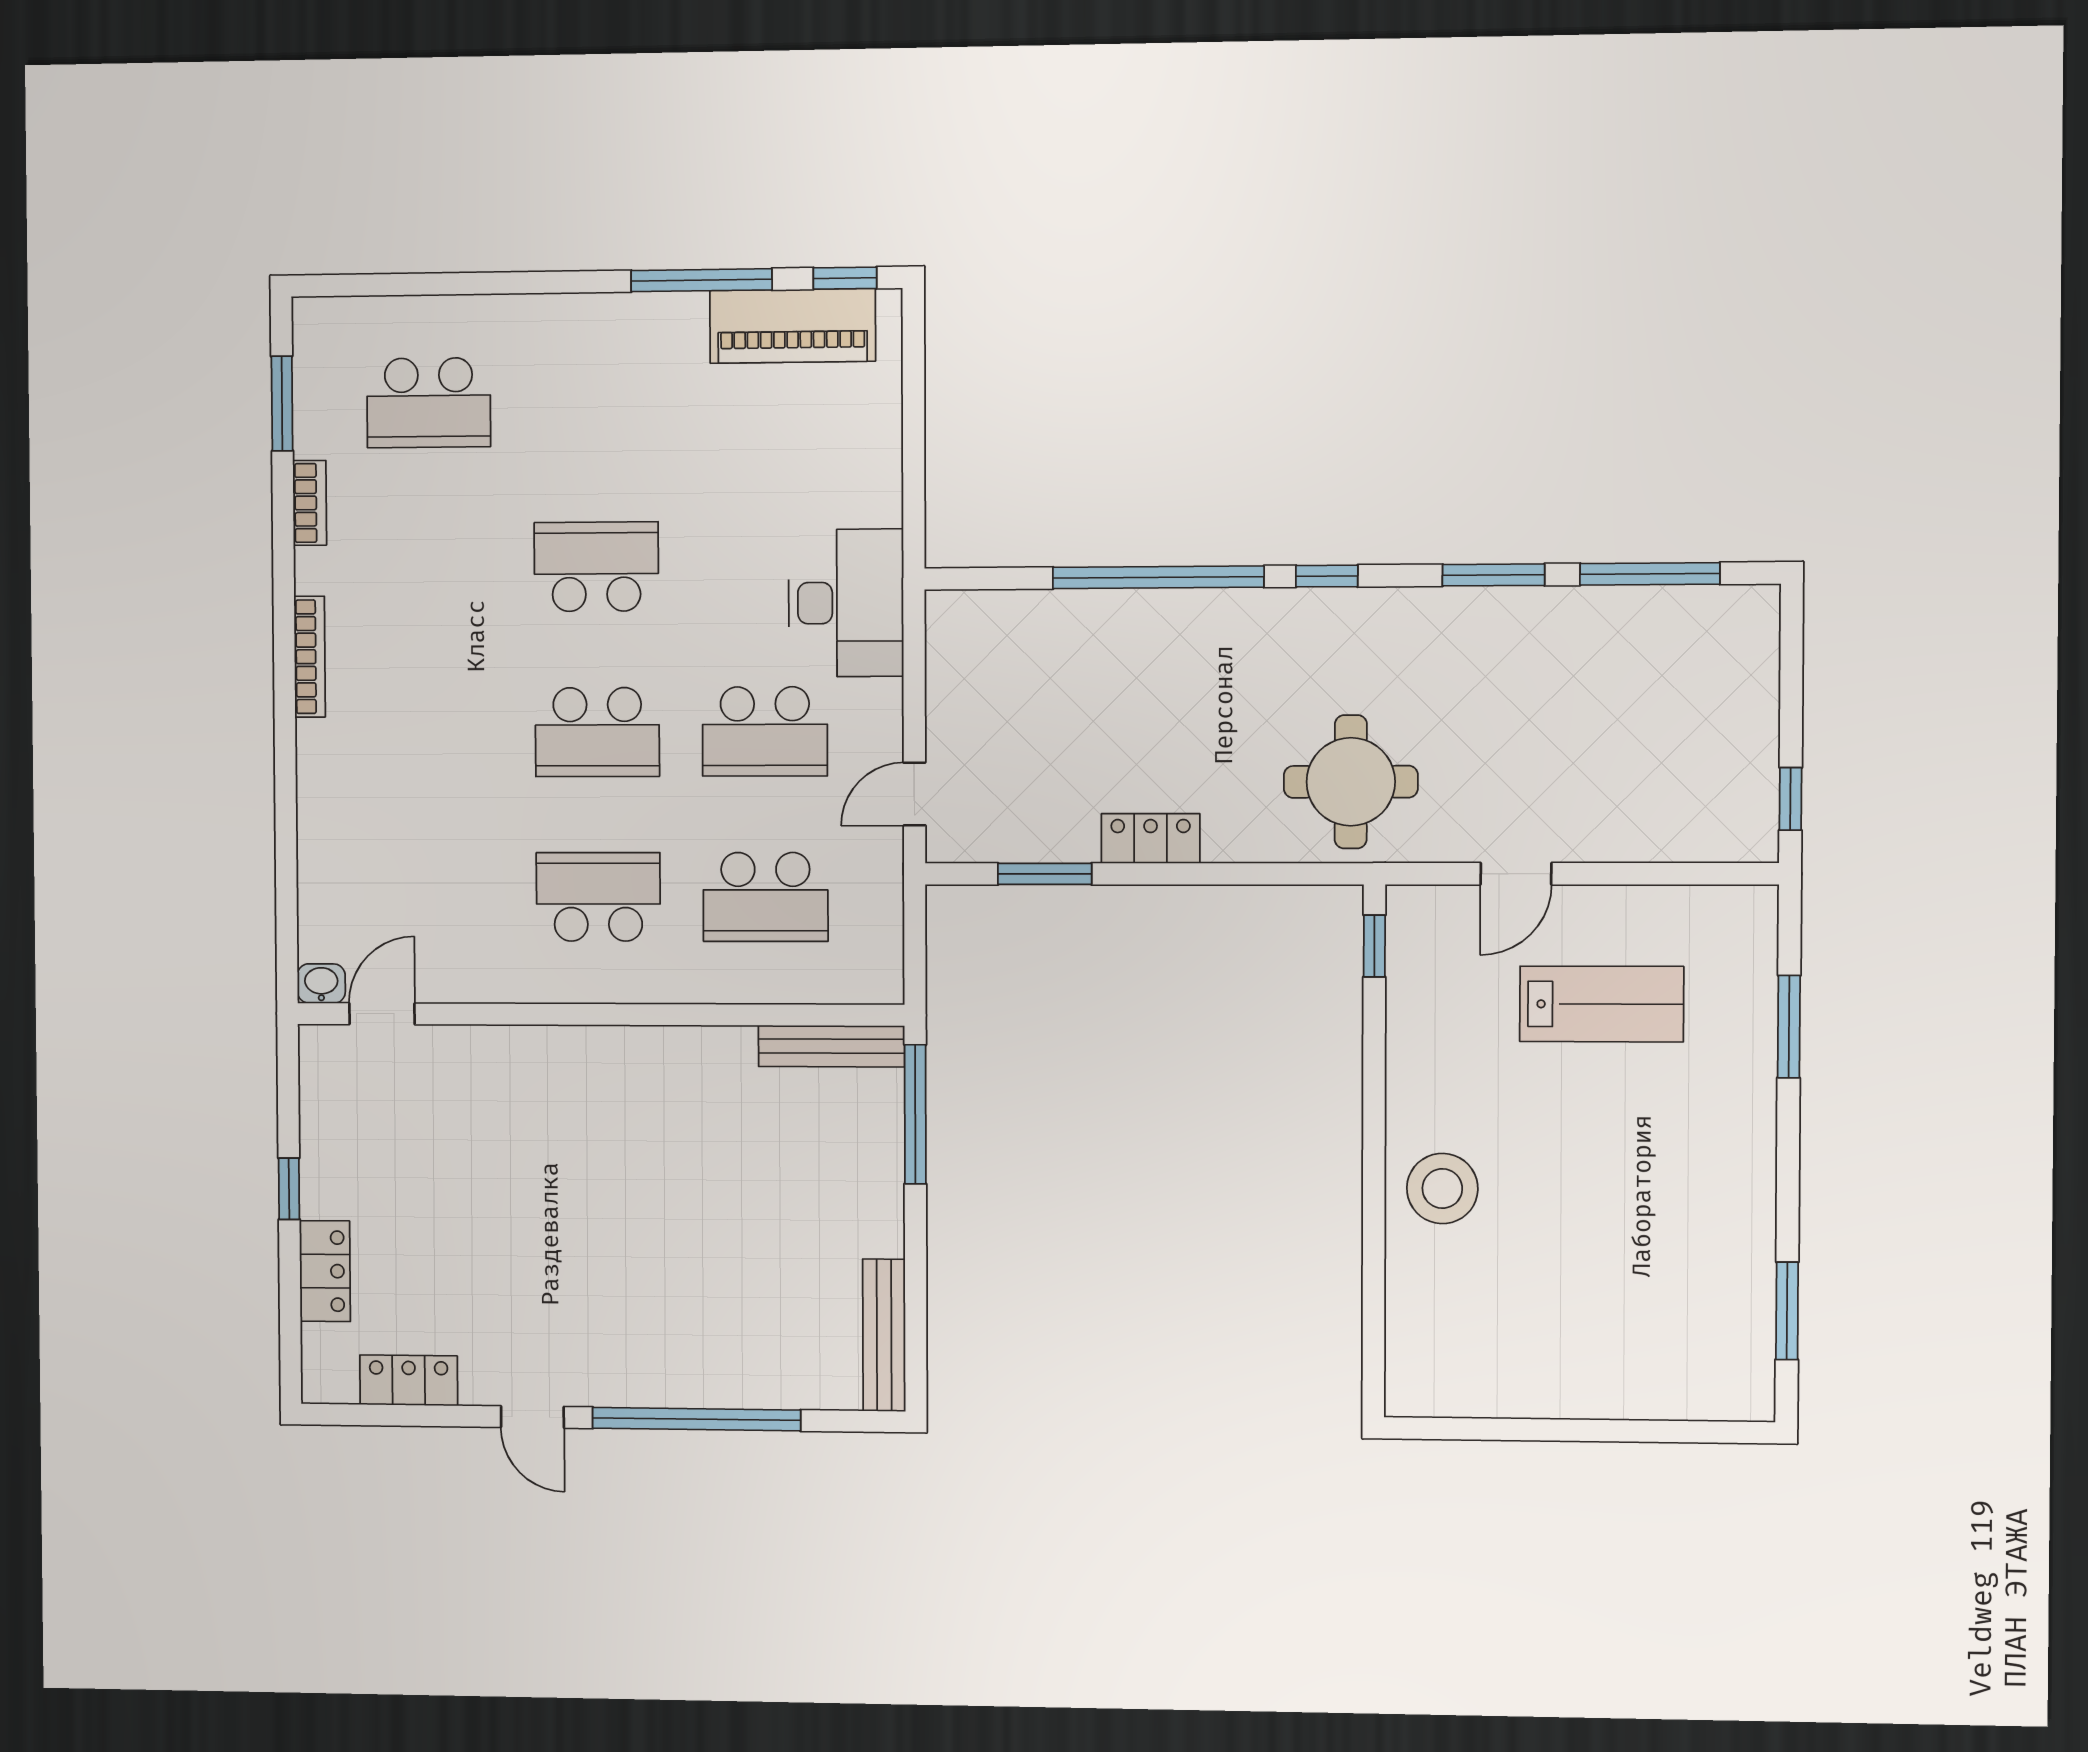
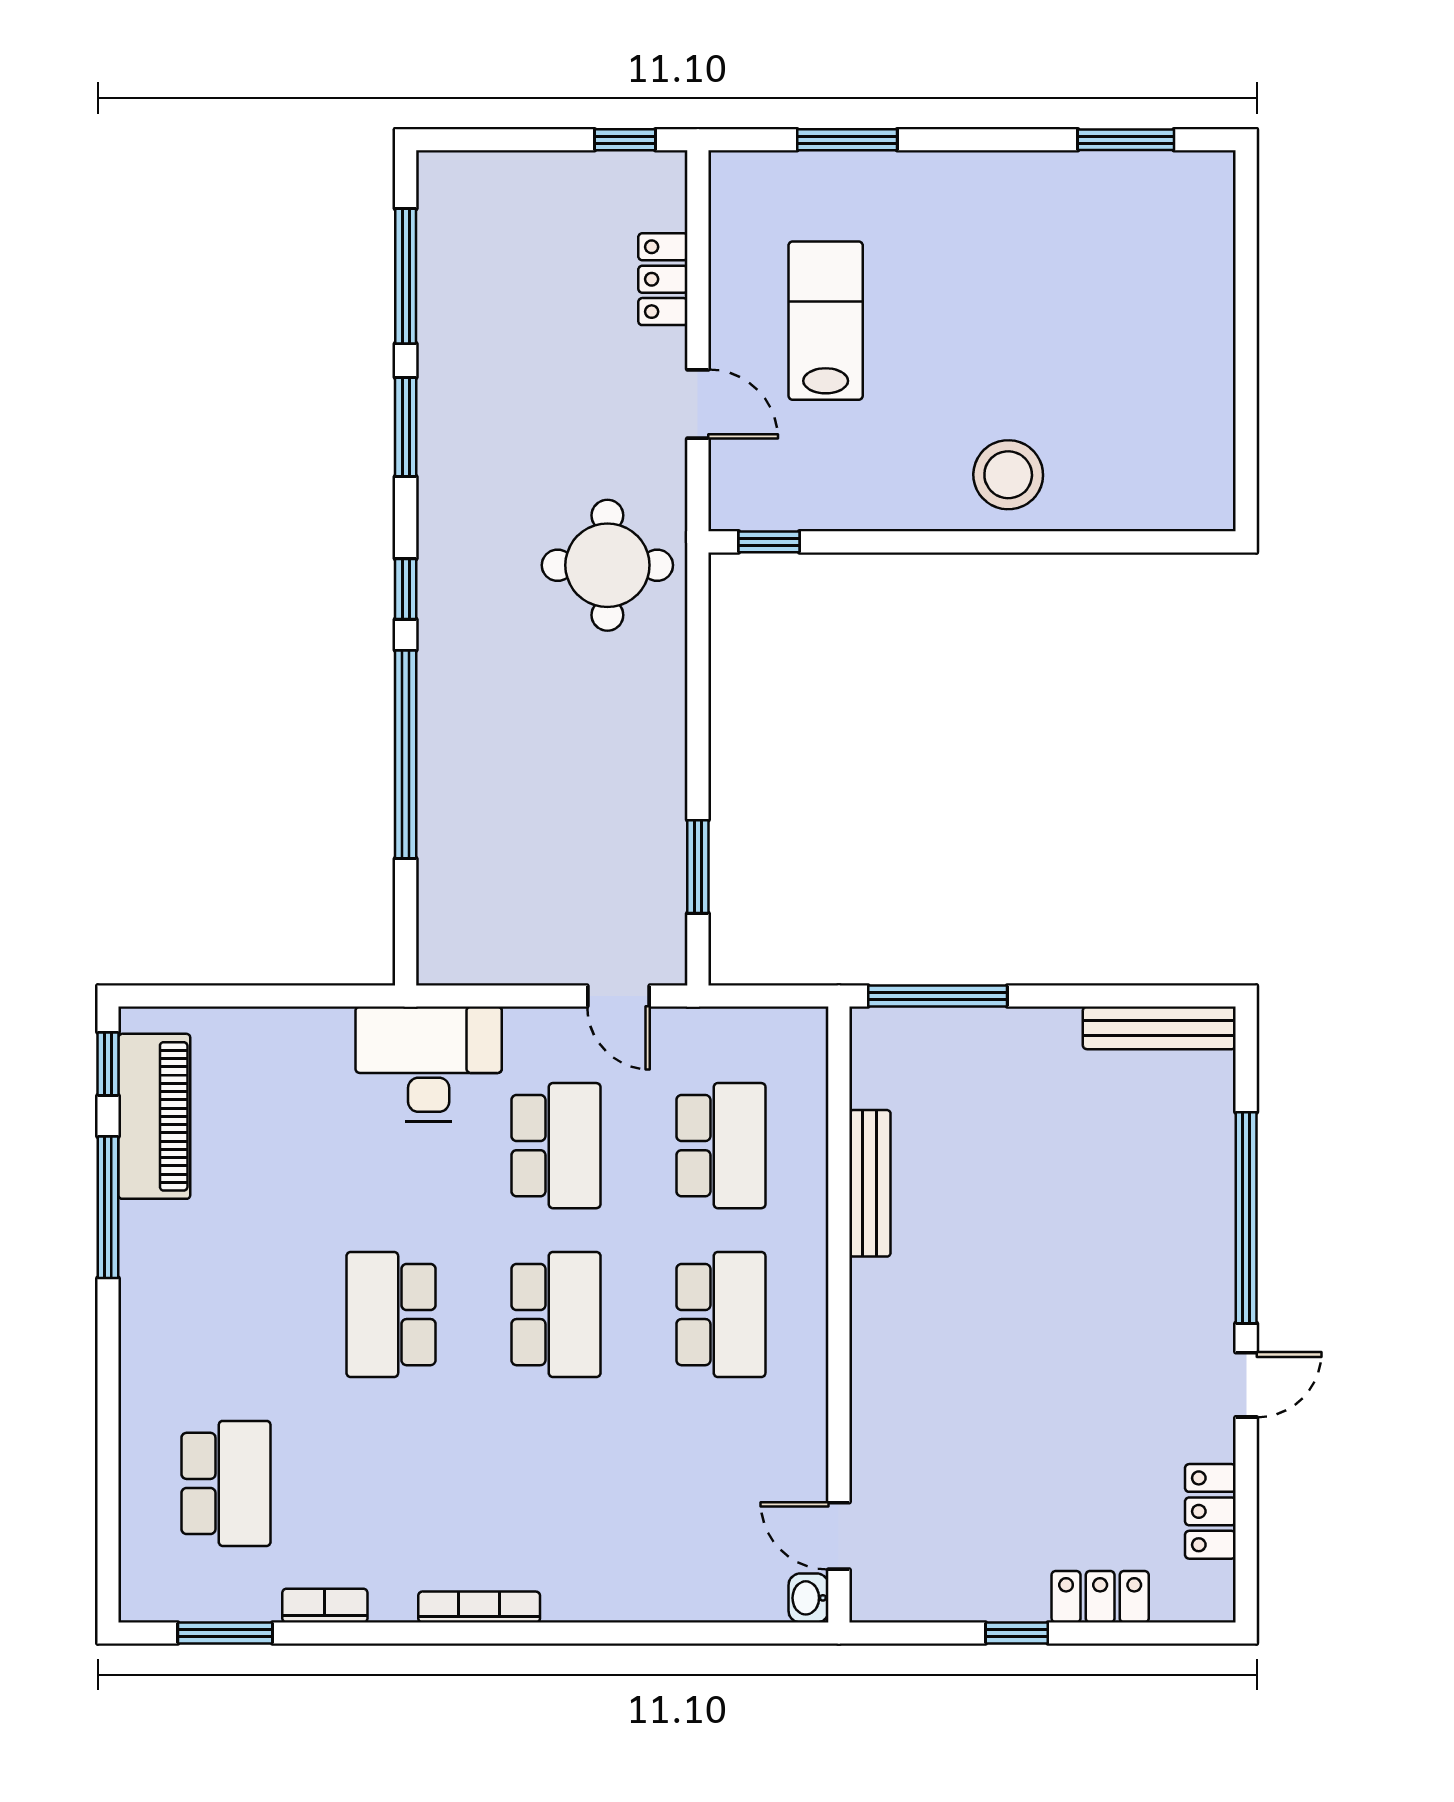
locker: (1151, 838) -> (663, 279), moved
school desk: (598, 897) -> (721, 1315), turned 180
bench: (831, 1046) -> (870, 1183), moved

